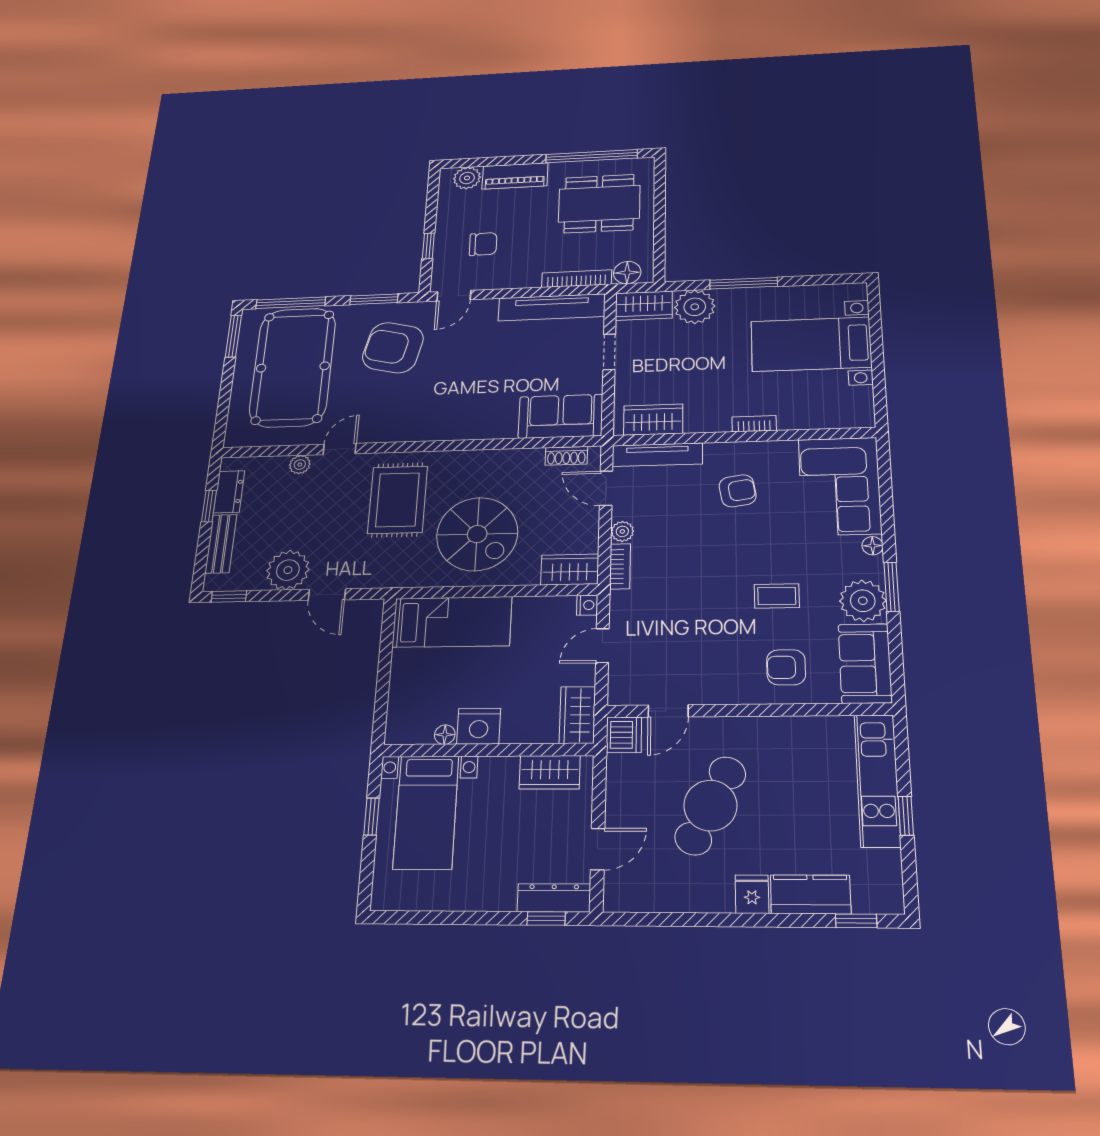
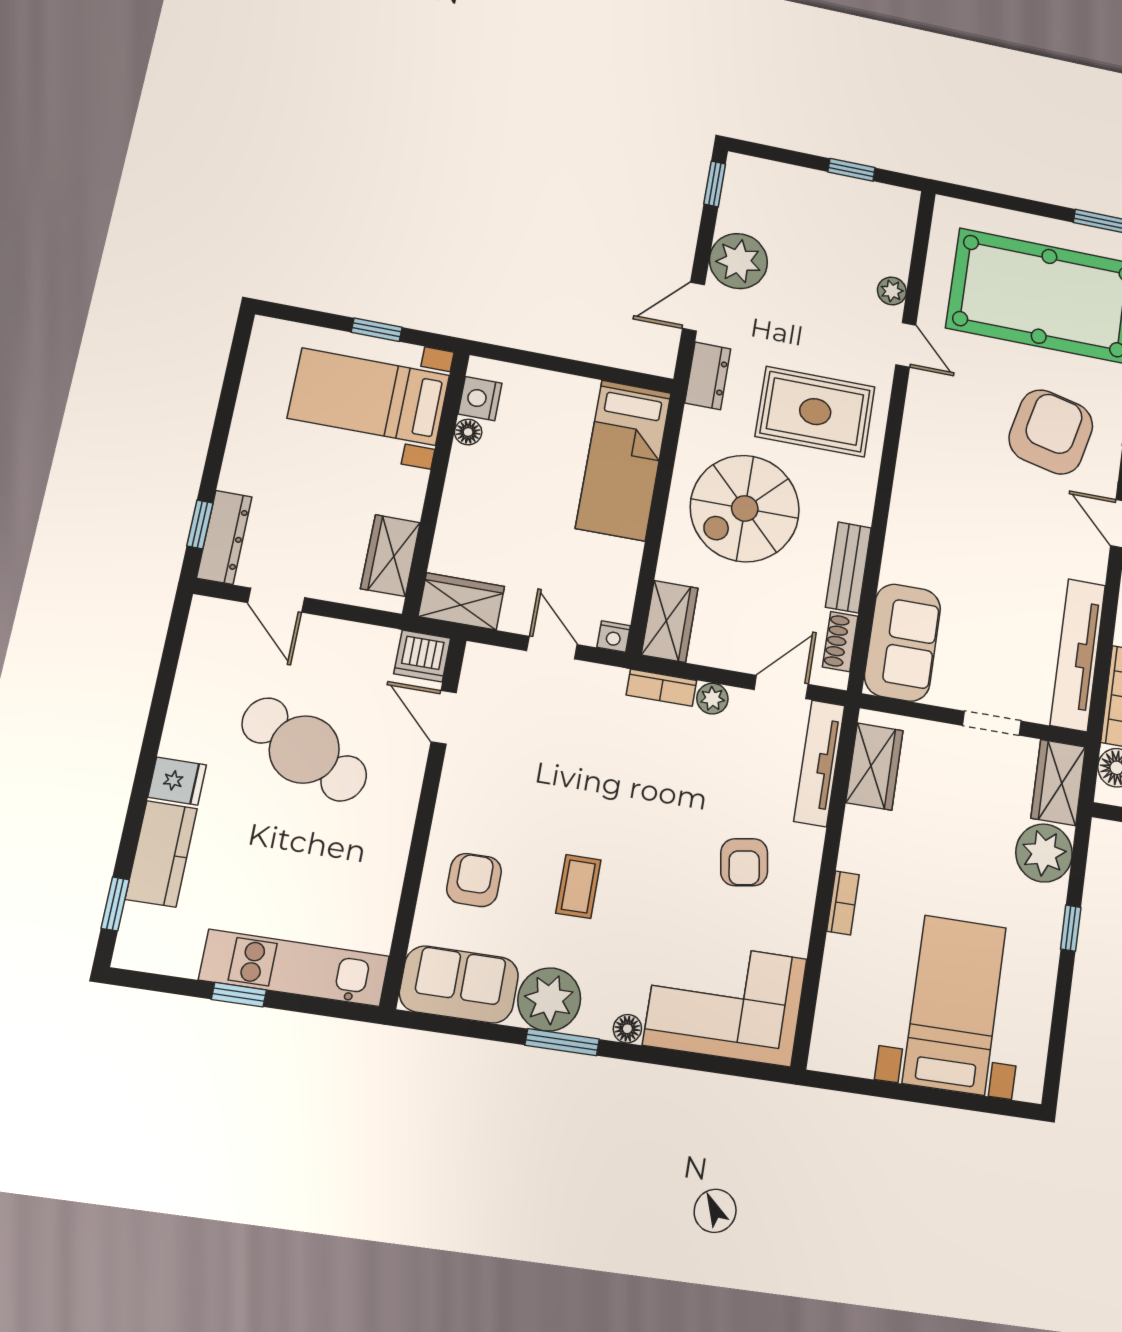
window: (744, 283) -> (1071, 928), width x0.46
dresser: (229, 492) -> (708, 376), moved, turned -90
bench: (221, 544) -> (848, 567), moved, turned 90
nightstand: (479, 726) -> (480, 399), moved, width x0.74, depth x0.75

